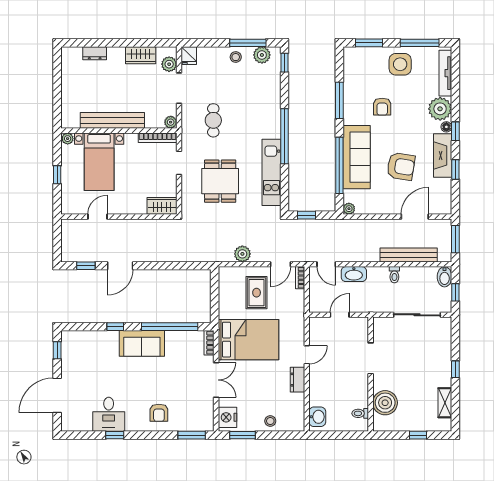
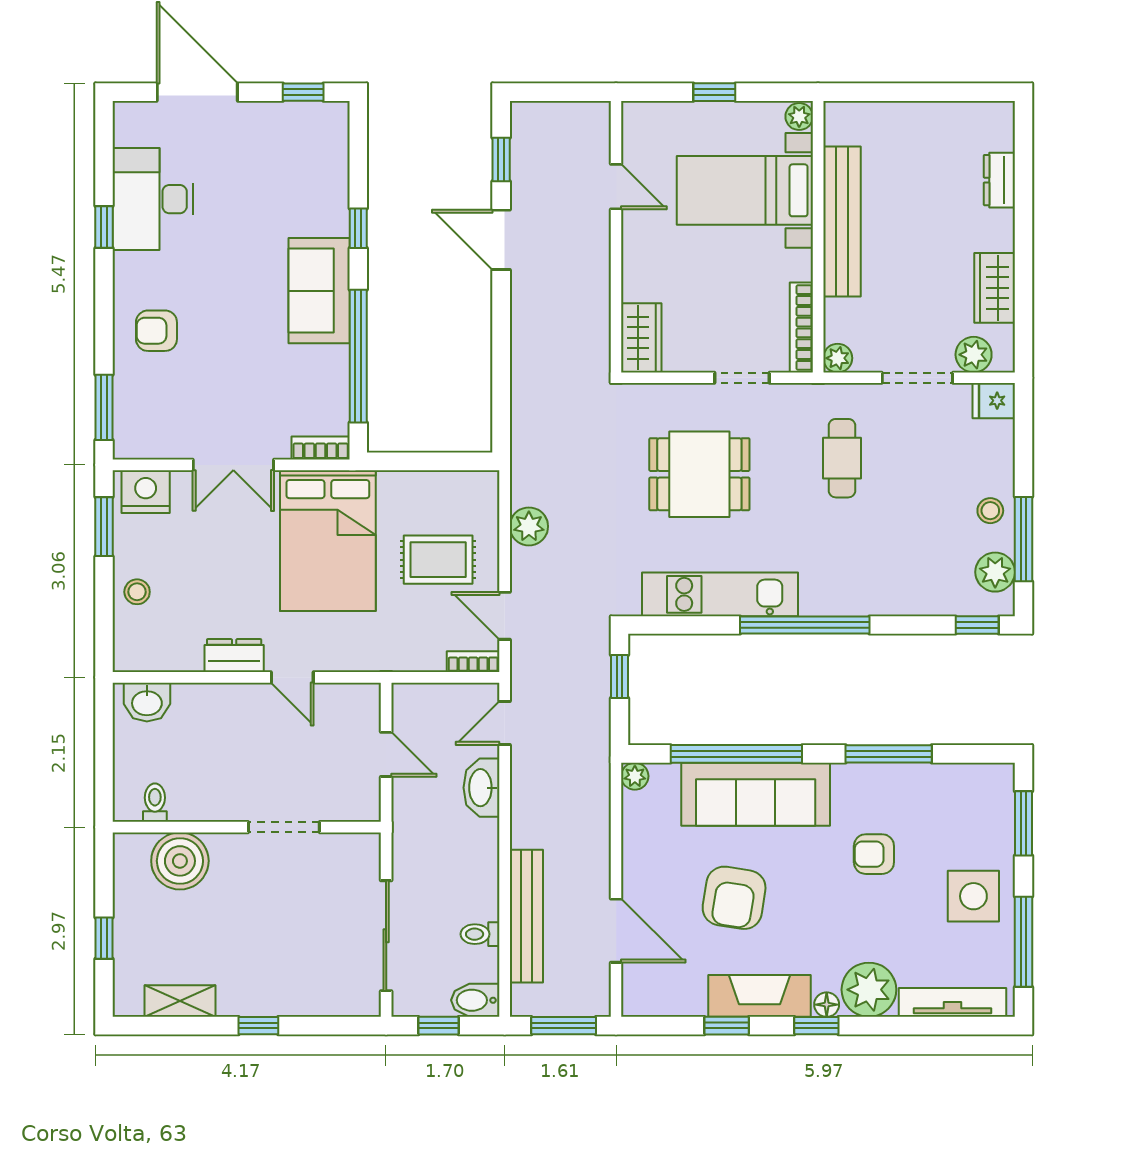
cafe table: (213, 120) -> (842, 458), turned 90
toilet: (394, 275) -> (480, 934), moved
desk: (109, 414) -> (153, 199), width x1.37

